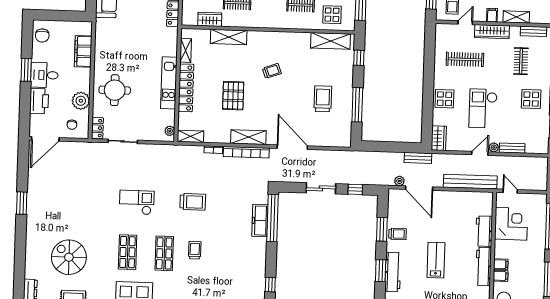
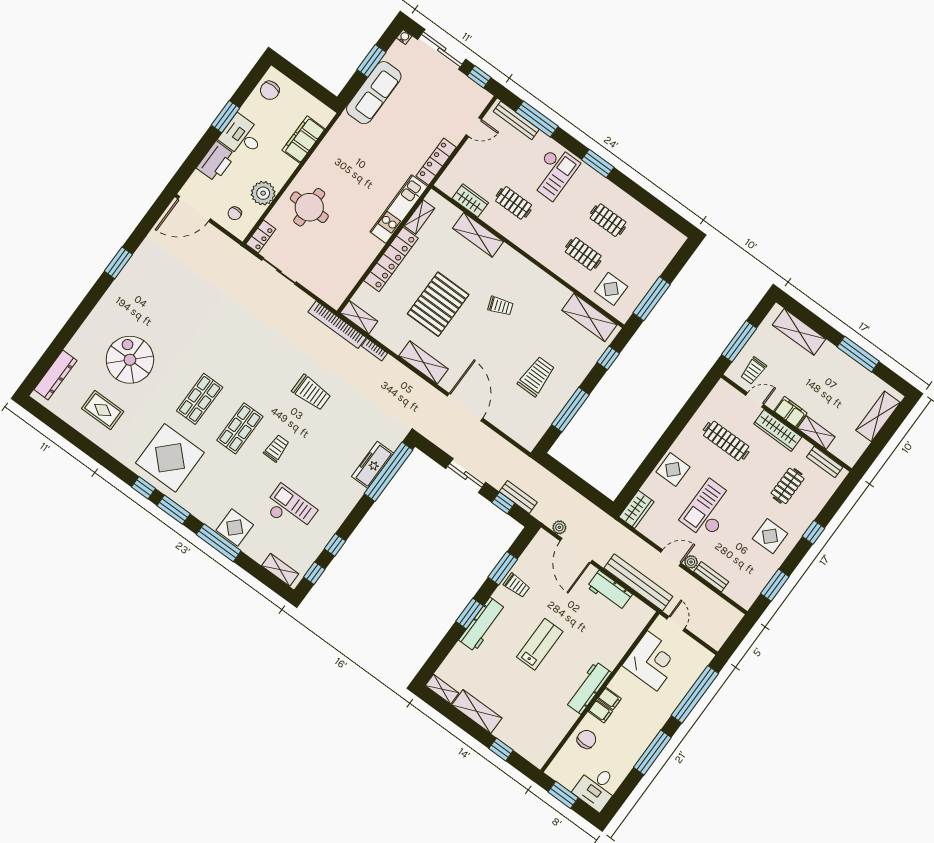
filing cabinet: (492, 15) -> (790, 412), width x2.00
kitchen unit: (169, 83) -> (399, 209), moved
pallet: (233, 96) -> (438, 304), width x1.37, depth x1.41
plant: (170, 131) -> (340, 295), removed
bookcase: (246, 152) -> (337, 325), moved
bench: (418, 158) -> (518, 497), moved
checkout: (137, 202) -> (290, 509), moved
workbench: (484, 231) -> (610, 591), moved, turned -90

